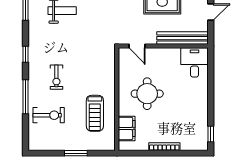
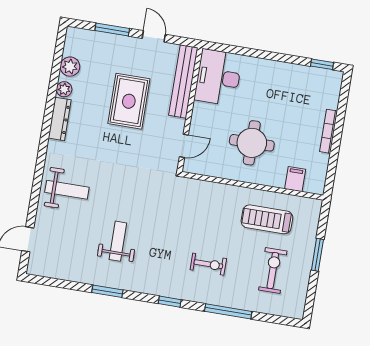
desk: (195, 62) -> (218, 77), width x1.37
treadmill: (95, 113) -> (267, 219), turned 180
exercise bike: (49, 115) -> (273, 271), moved
filing cabinet: (127, 128) -> (295, 179), width x0.50

